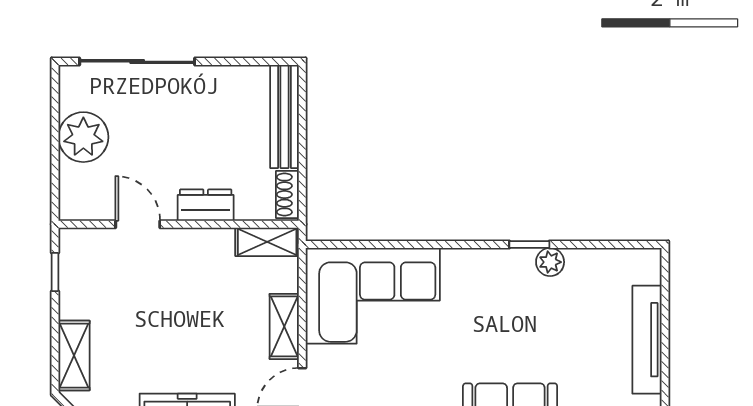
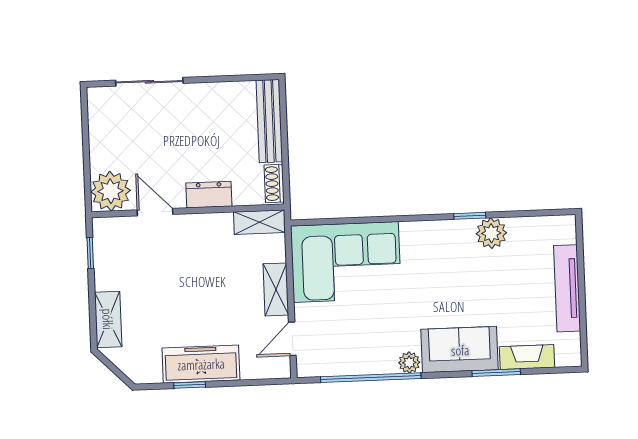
sliding door: (137, 62) -> (149, 82), width x0.73
plant: (83, 137) -> (111, 191), moved
plant: (550, 262) -> (491, 233), width x1.38, depth x1.38

